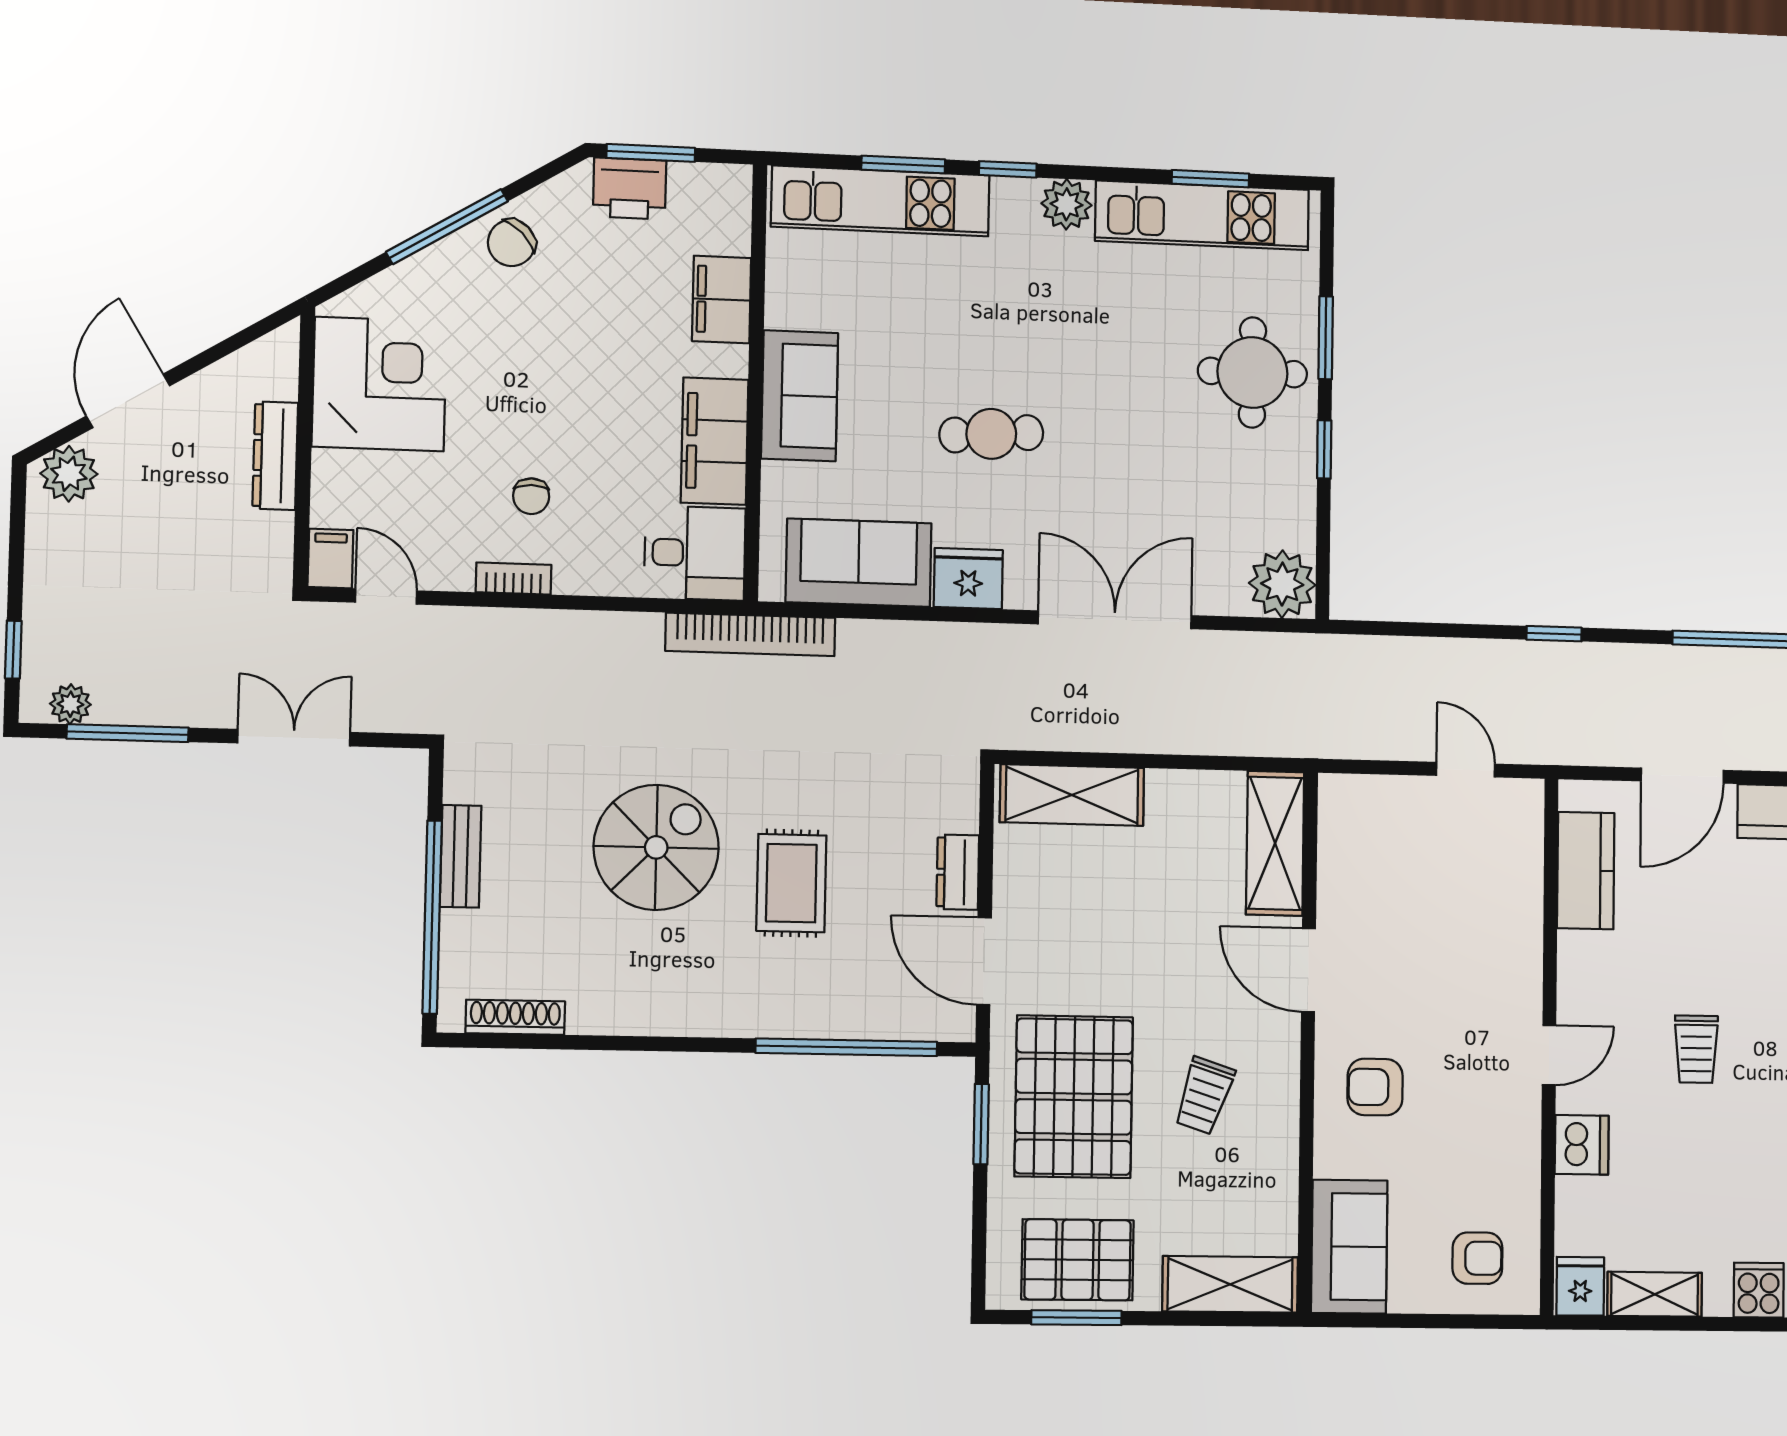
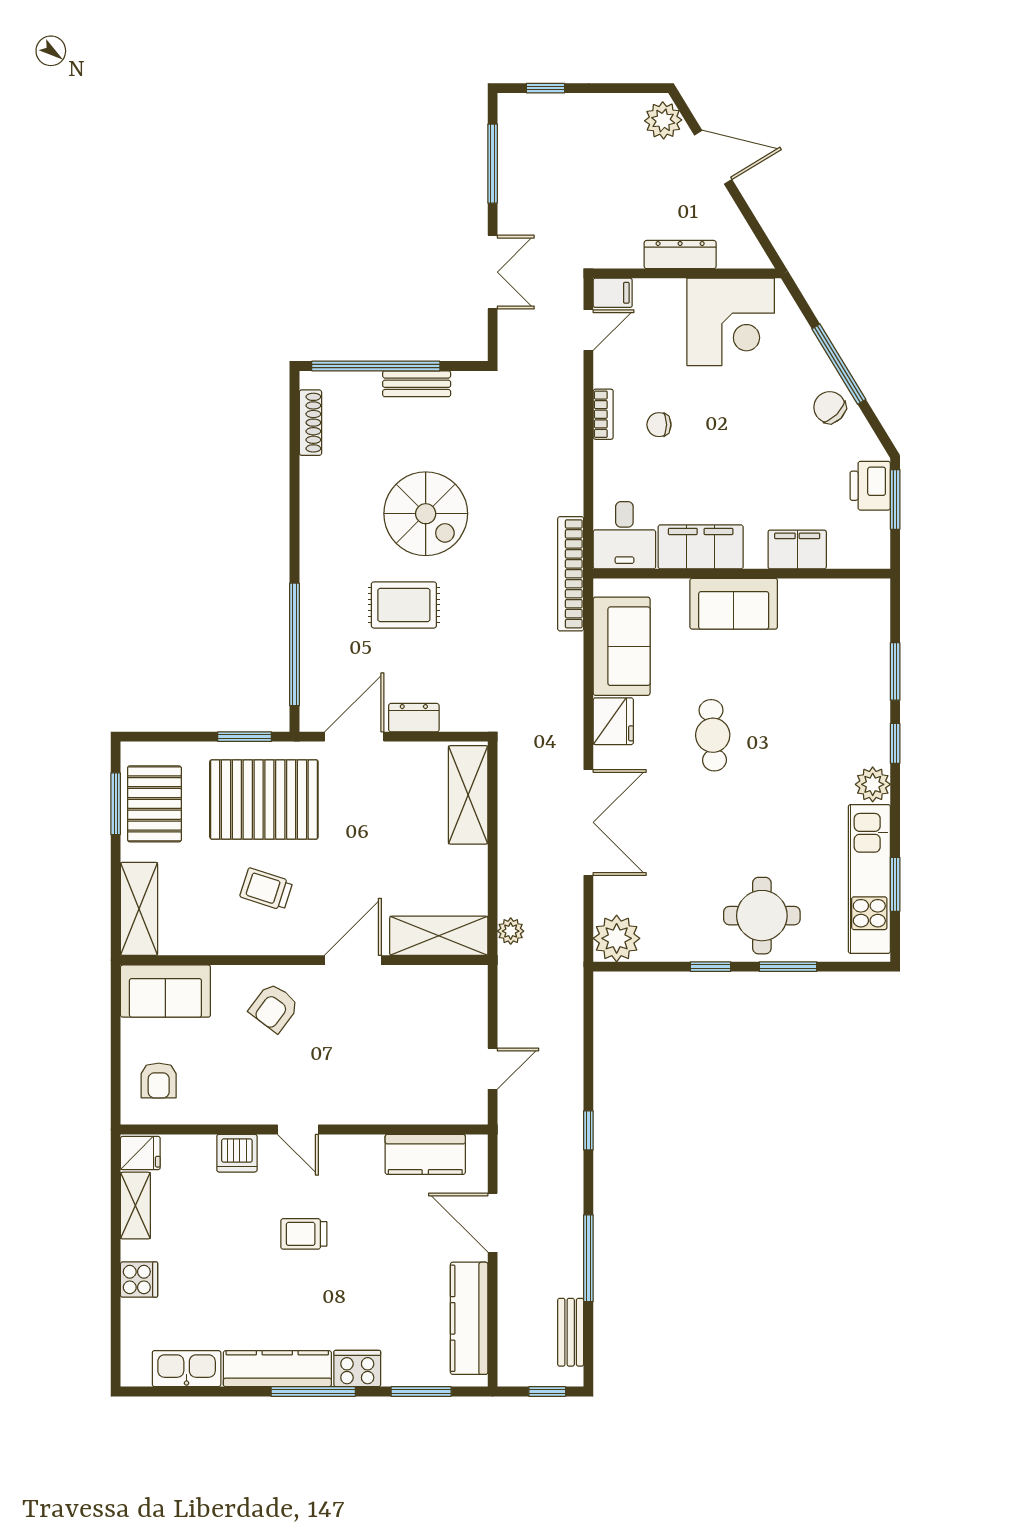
kitchen unit: (880, 201) -> (869, 656), removed
plant: (70, 704) -> (511, 931), moved
armchair: (1375, 1087) -> (274, 1008), turned -143

